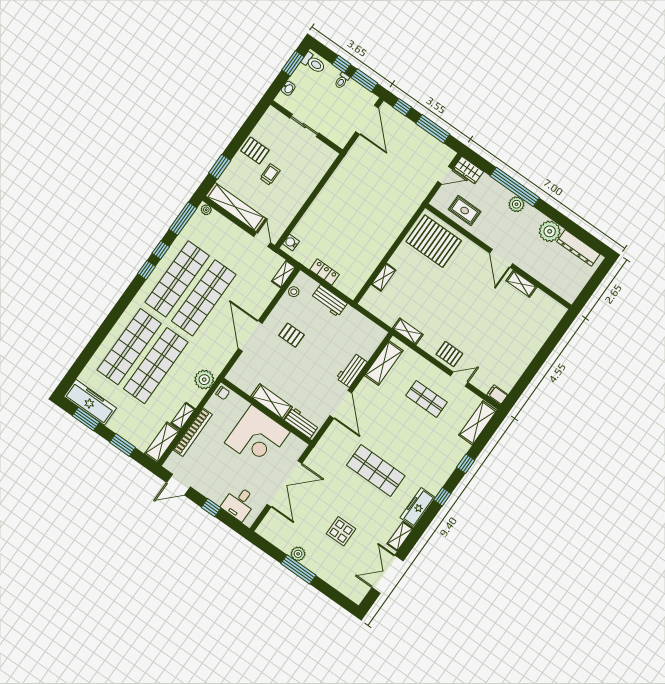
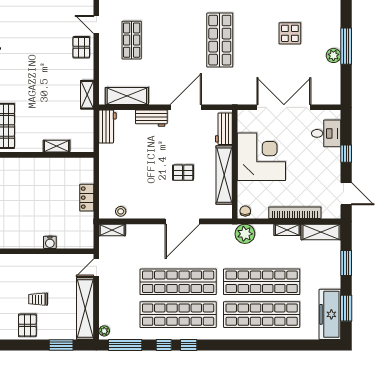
water cooler: (291, 242) -> (50, 242), moved
workbench: (329, 301) -> (107, 127), moved
pallet: (292, 335) -> (183, 173), moved, turned 90
shelving: (271, 402) -> (224, 175), width x1.47

